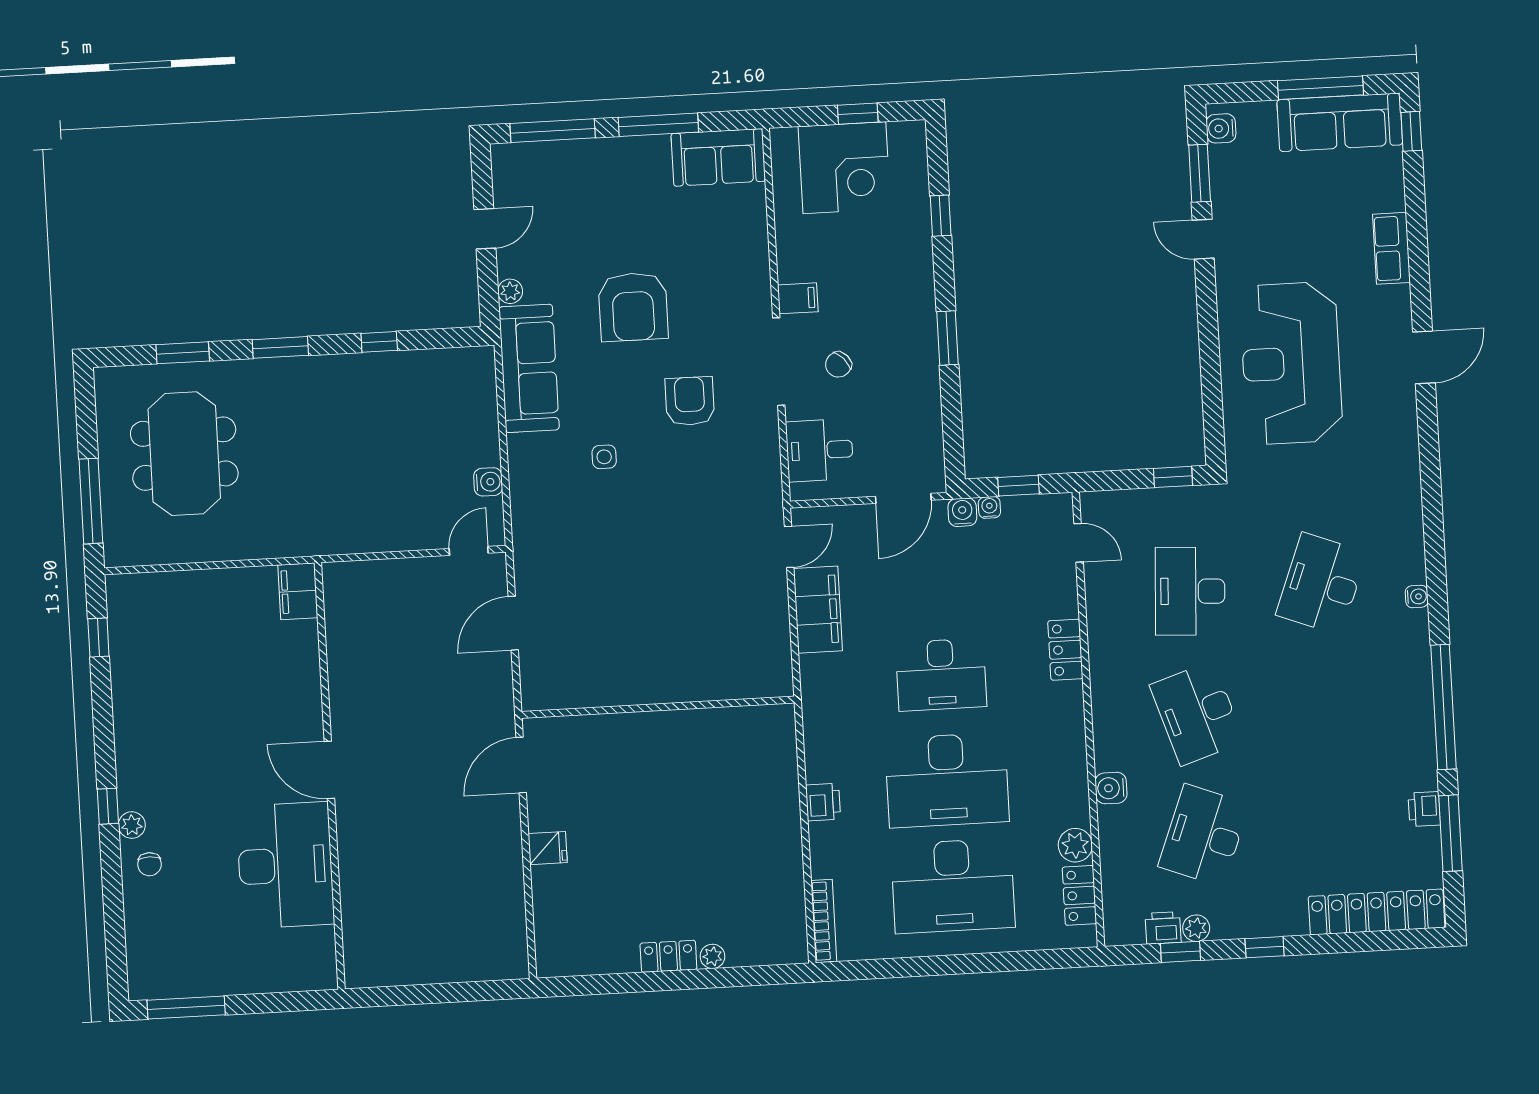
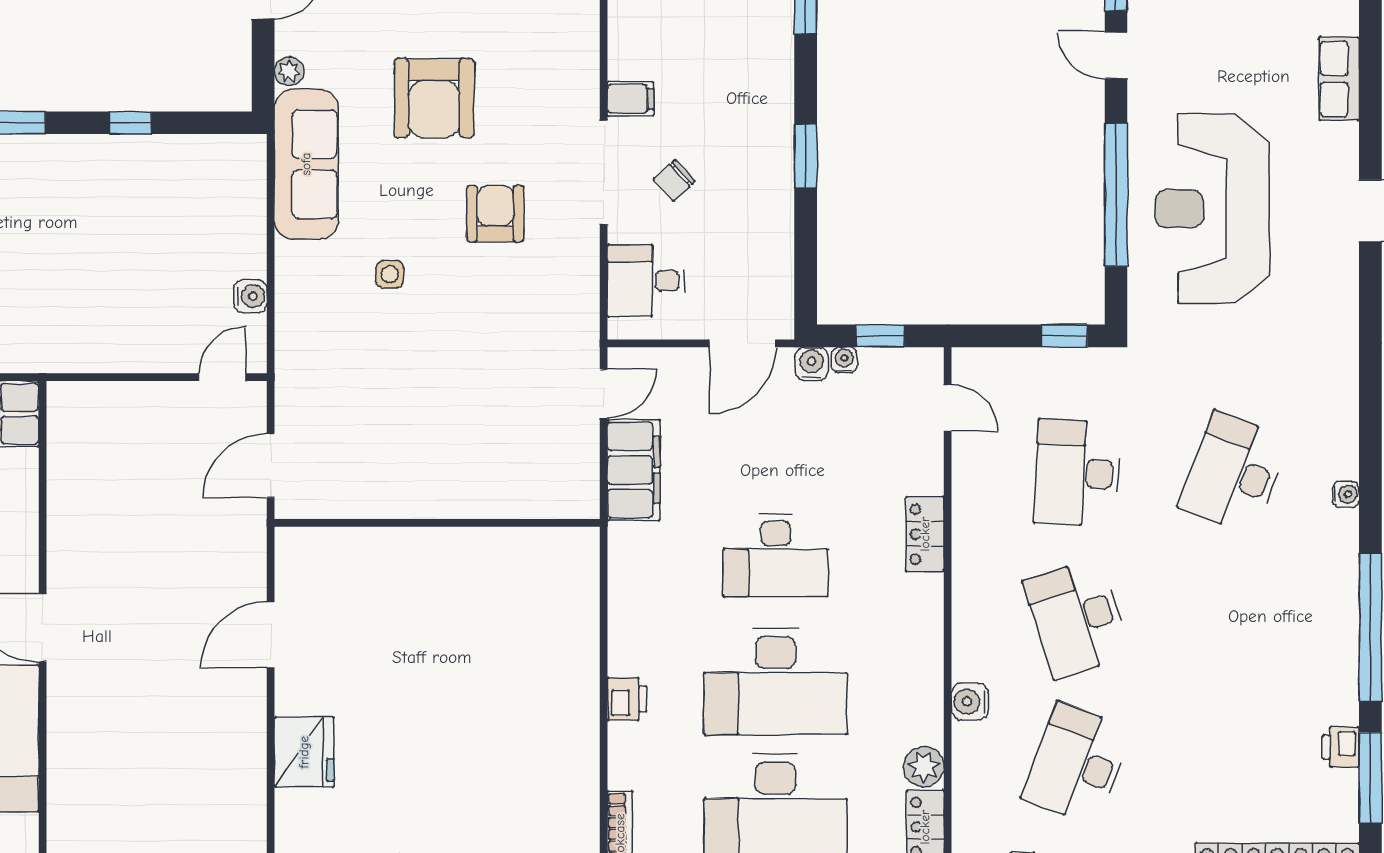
window: (1210, 356) -> (1116, 195), added
wall: (658, 707) -> (437, 523), moved
fridge: (548, 848) -> (304, 752), width x1.88, depth x1.34

